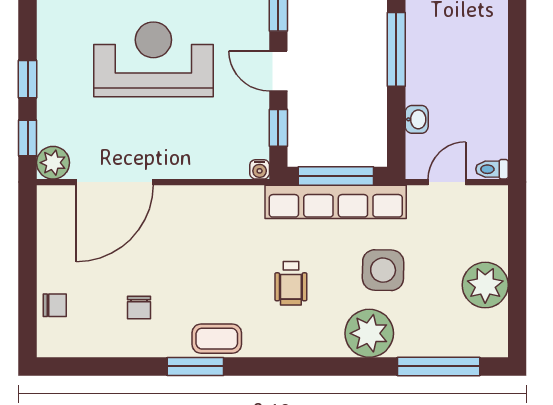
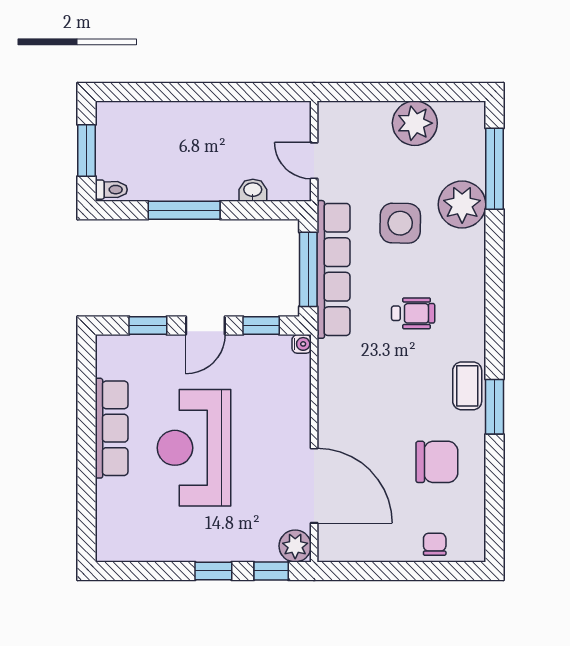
toilet: (492, 169) -> (301, 117), removed
chair: (139, 308) -> (437, 462), width x1.87, depth x1.87
plant: (369, 333) -> (462, 205), moved

